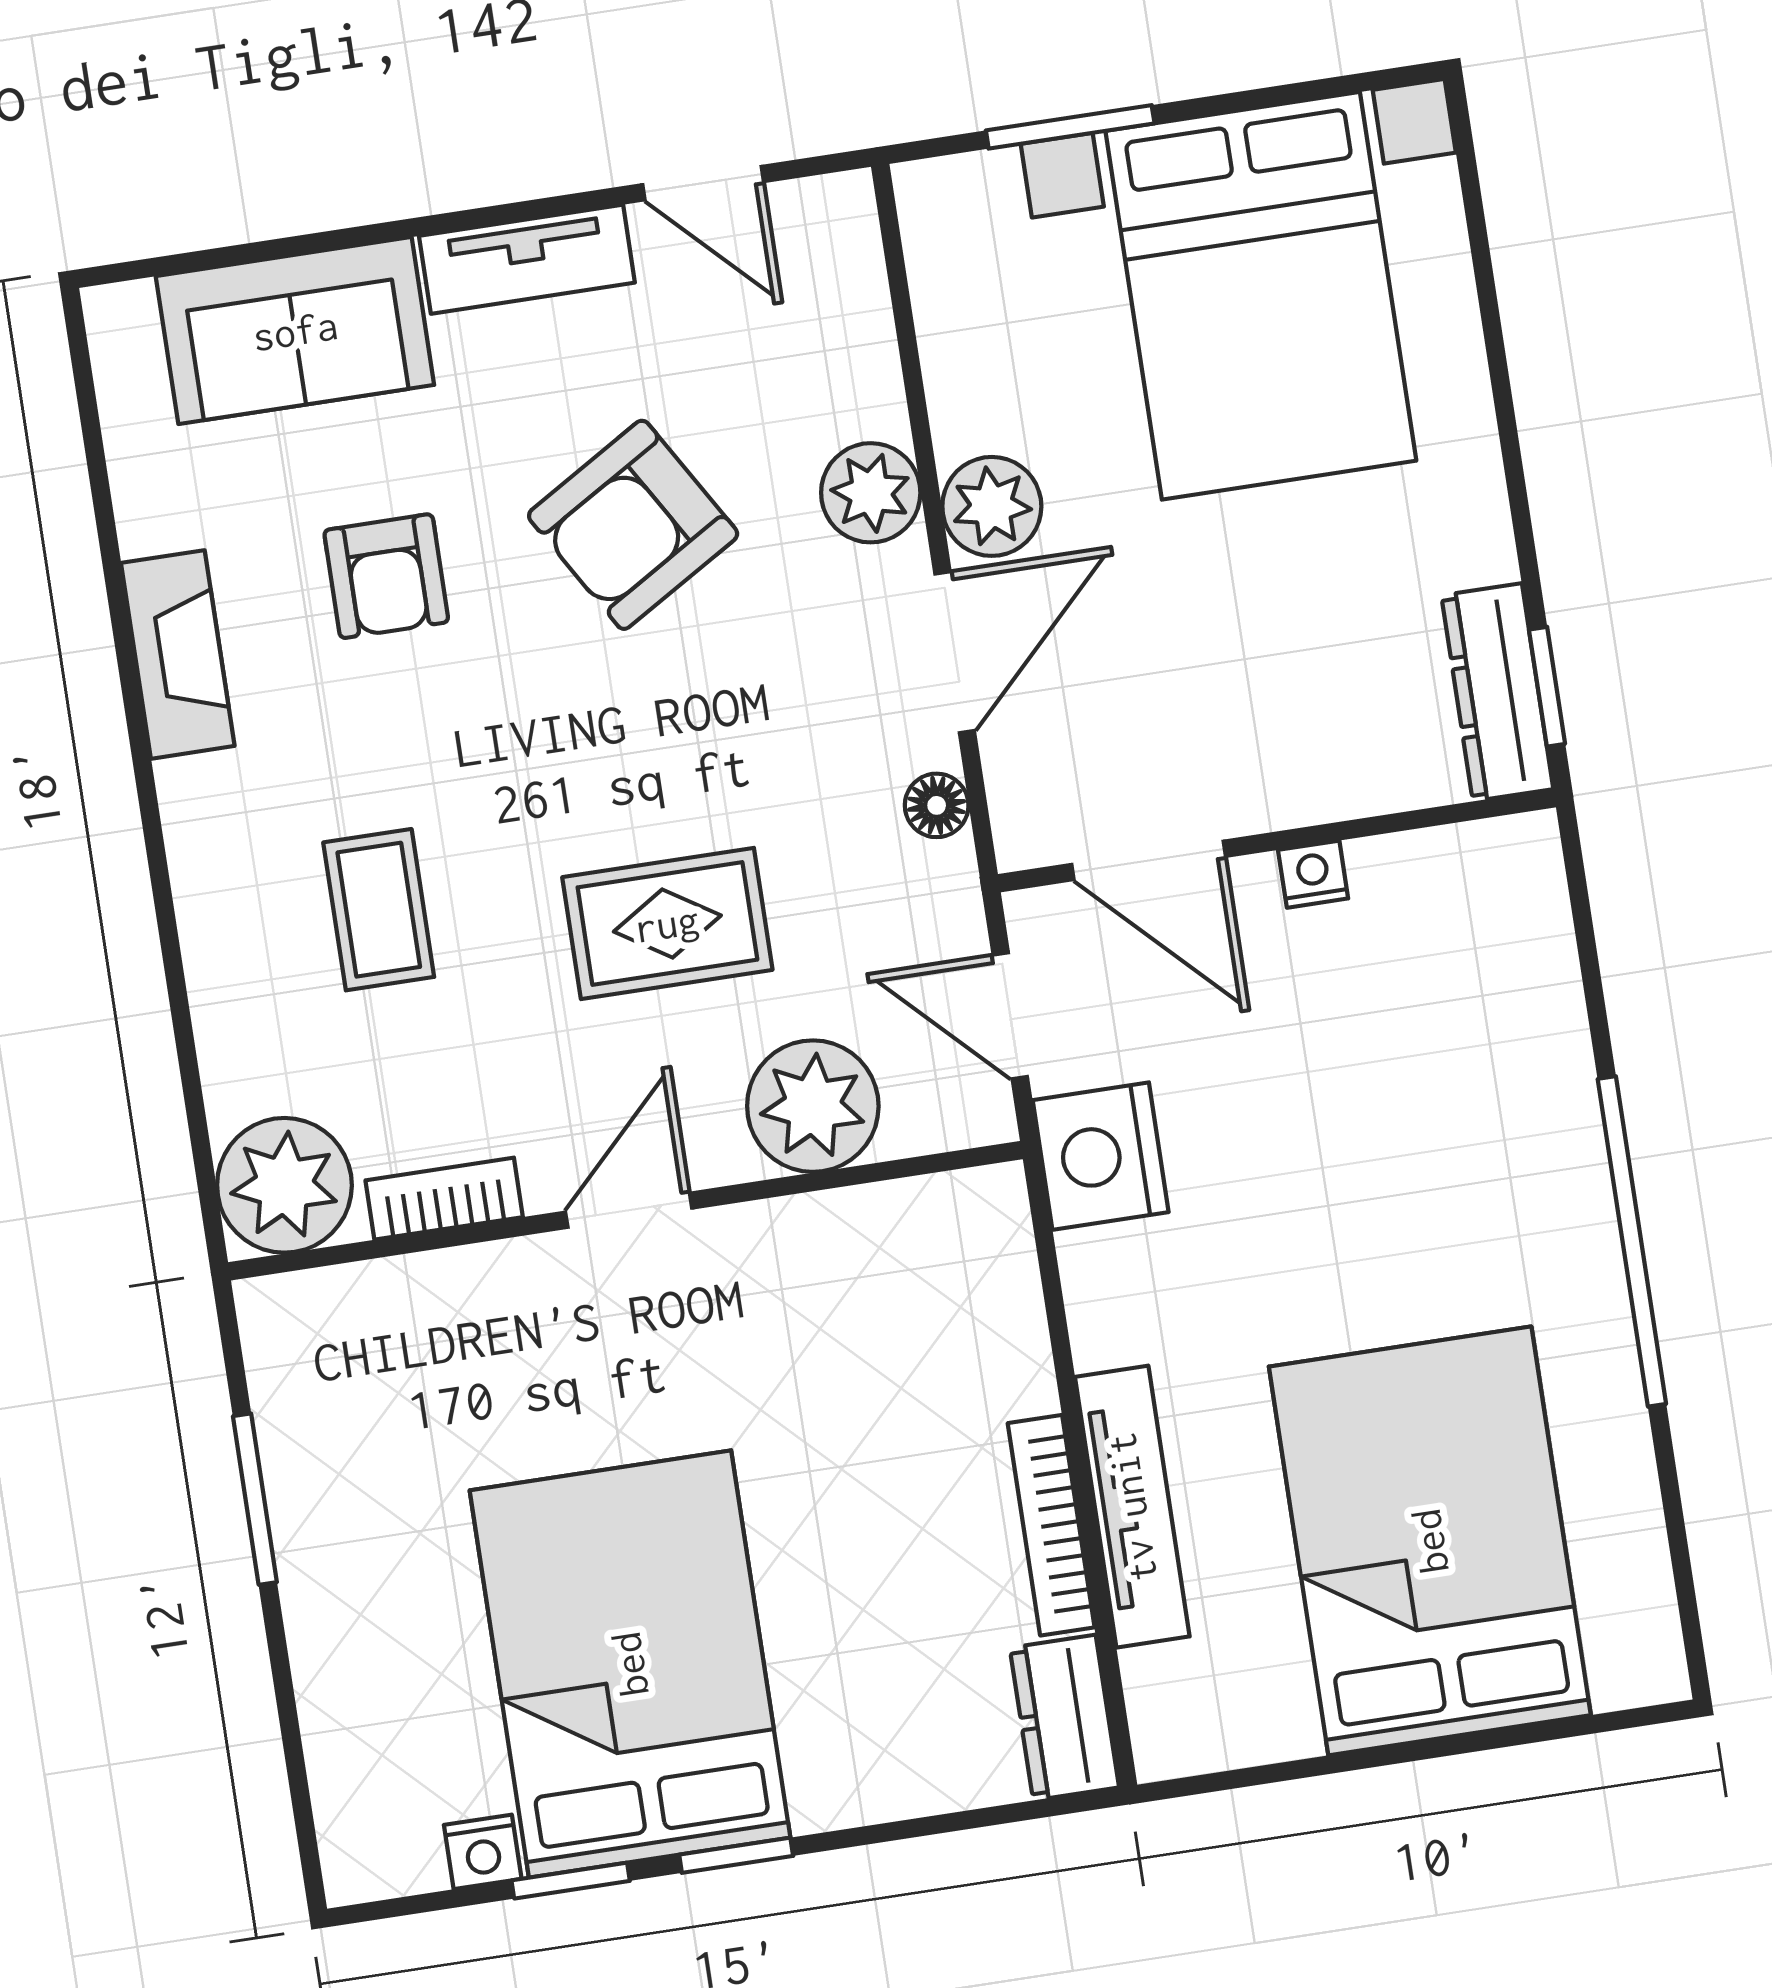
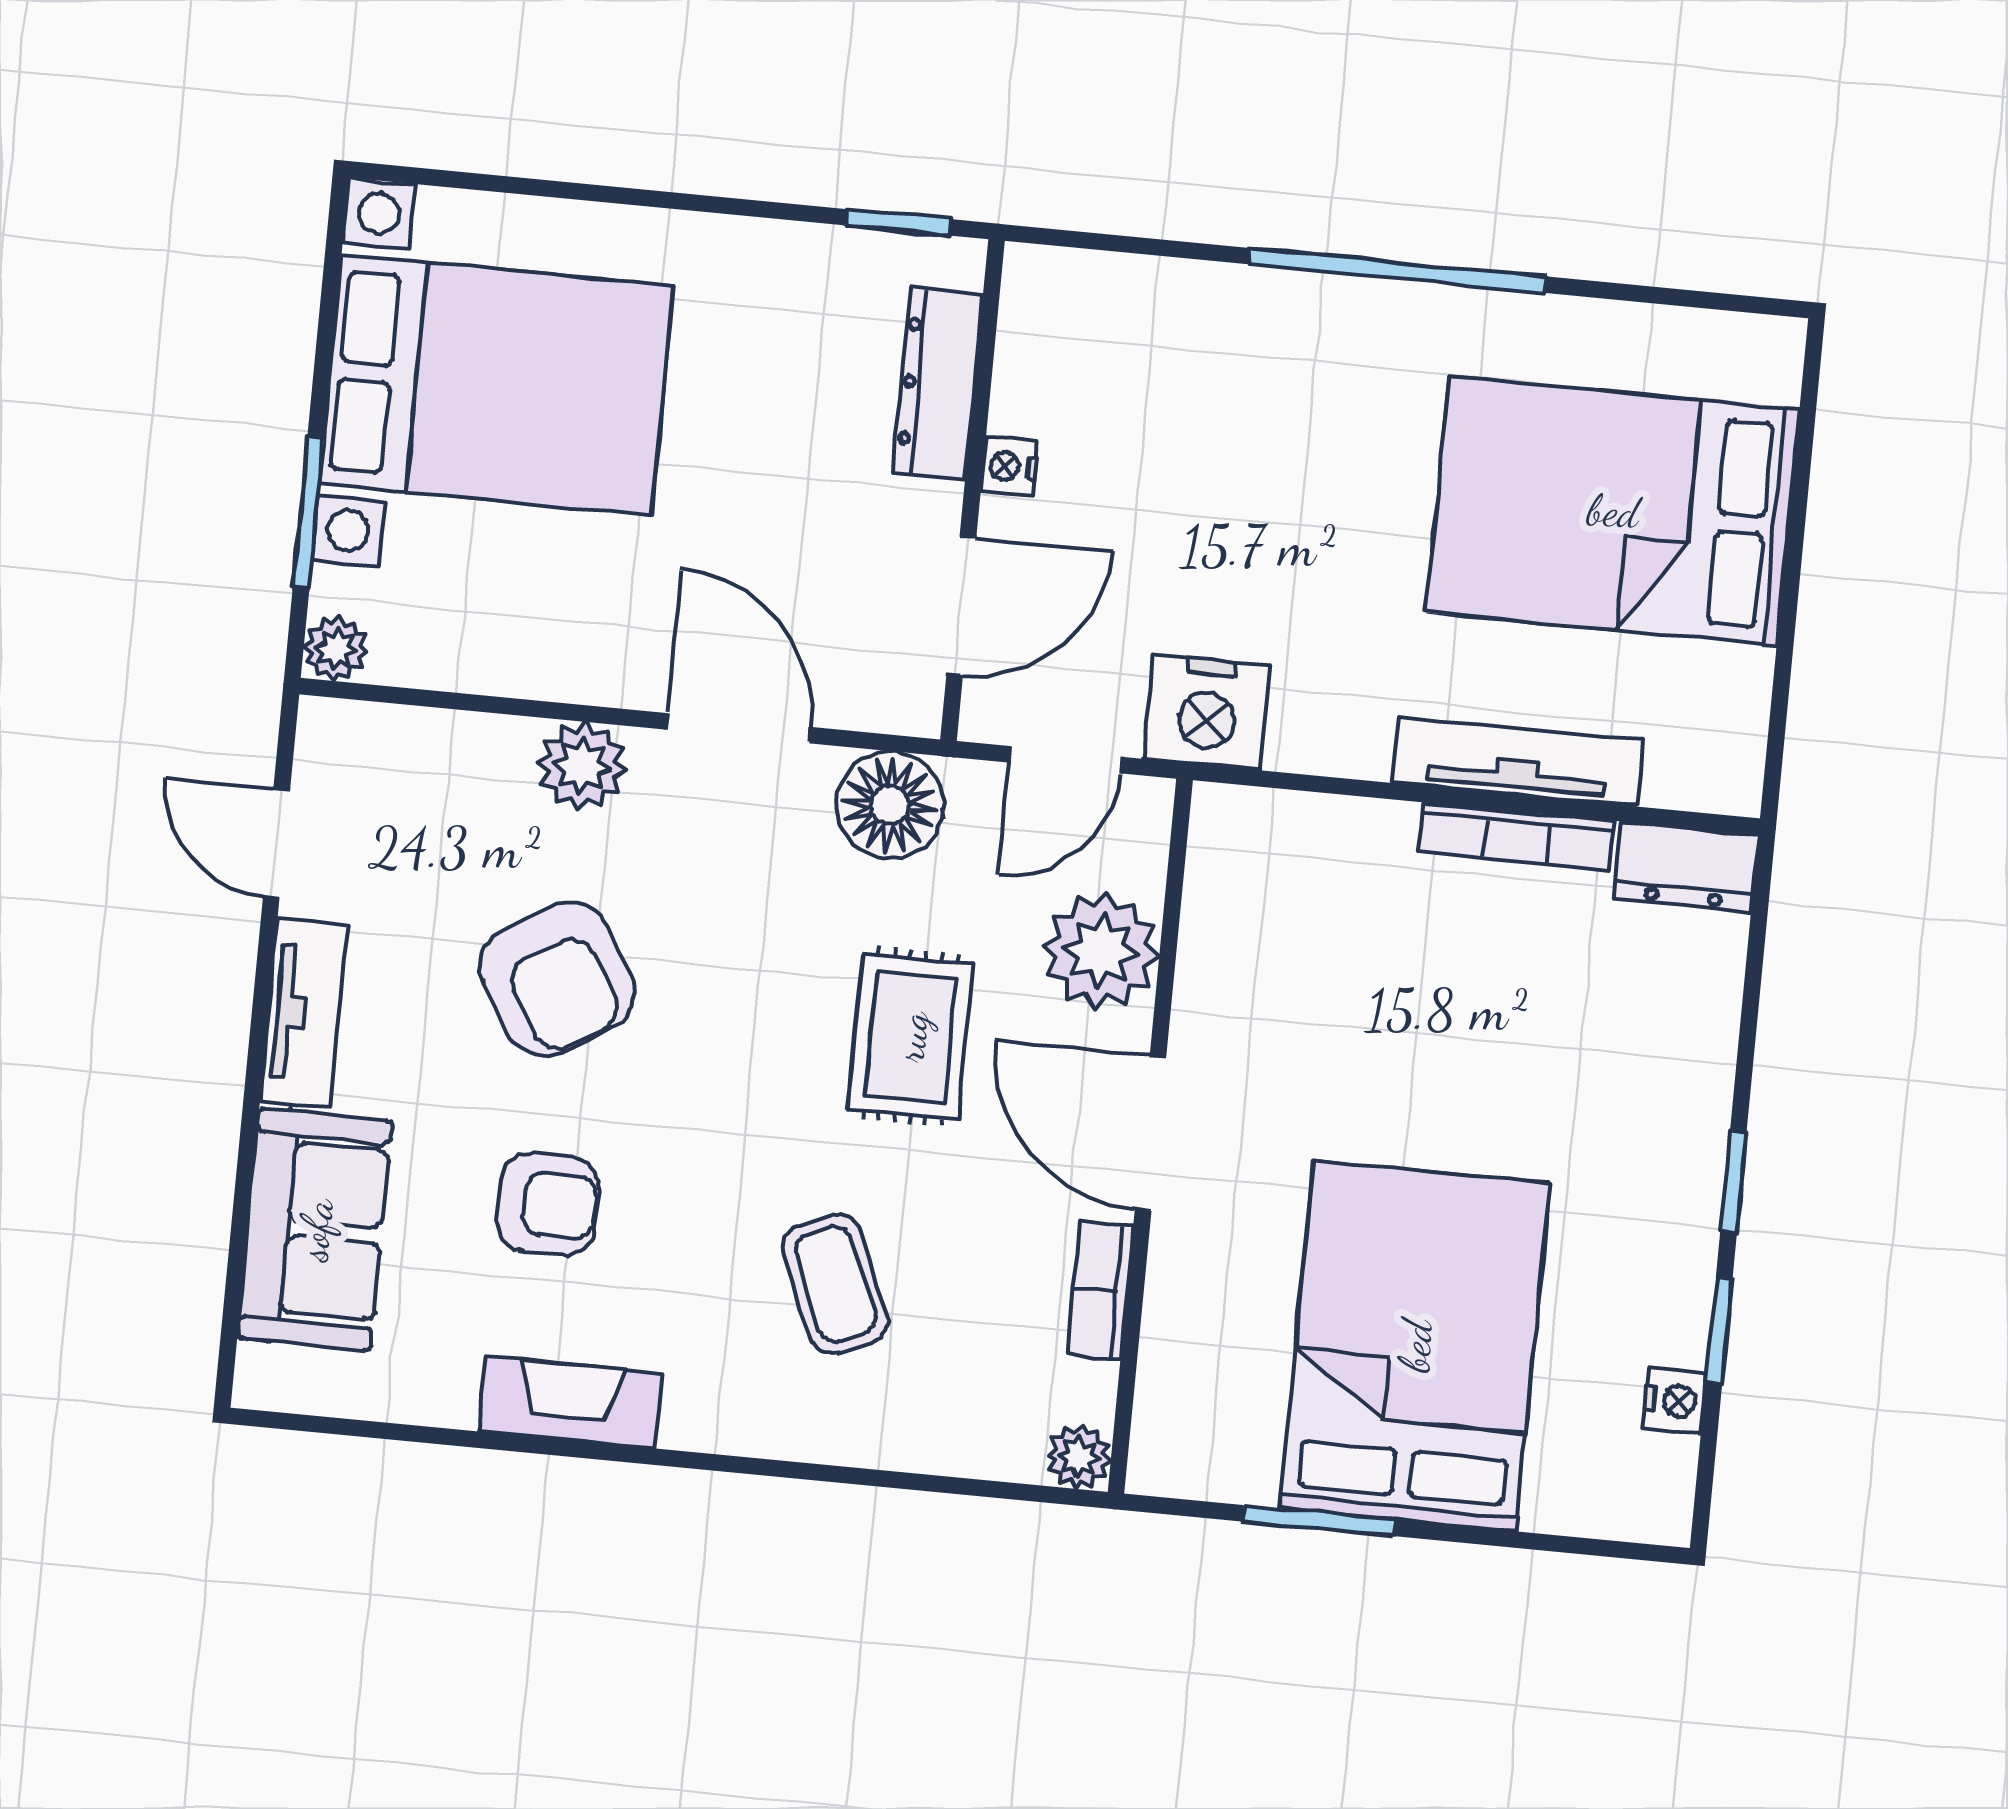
door: (703, 183) -> (276, 843), swing flipped
plant: (992, 506) -> (336, 649), moved, width x0.73, depth x0.73
dresser: (1497, 692) -> (938, 384), moved, turned 90
floor lamp: (937, 805) -> (890, 805), width x1.89, depth x1.89
coffee table: (379, 910) -> (835, 1284), turned 67
plant: (284, 1185) -> (1079, 1457), width x0.53, depth x0.53
door: (629, 1210) -> (1151, 1133), width x1.38
bed: (630, 1664) -> (1415, 1346), moved, turned 90

